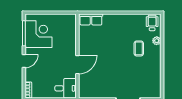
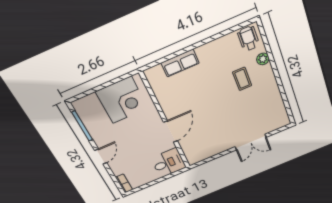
row of seats: (91, 19) -> (180, 63), moved
corner desk: (38, 34) -> (122, 100), moved, turned 90

